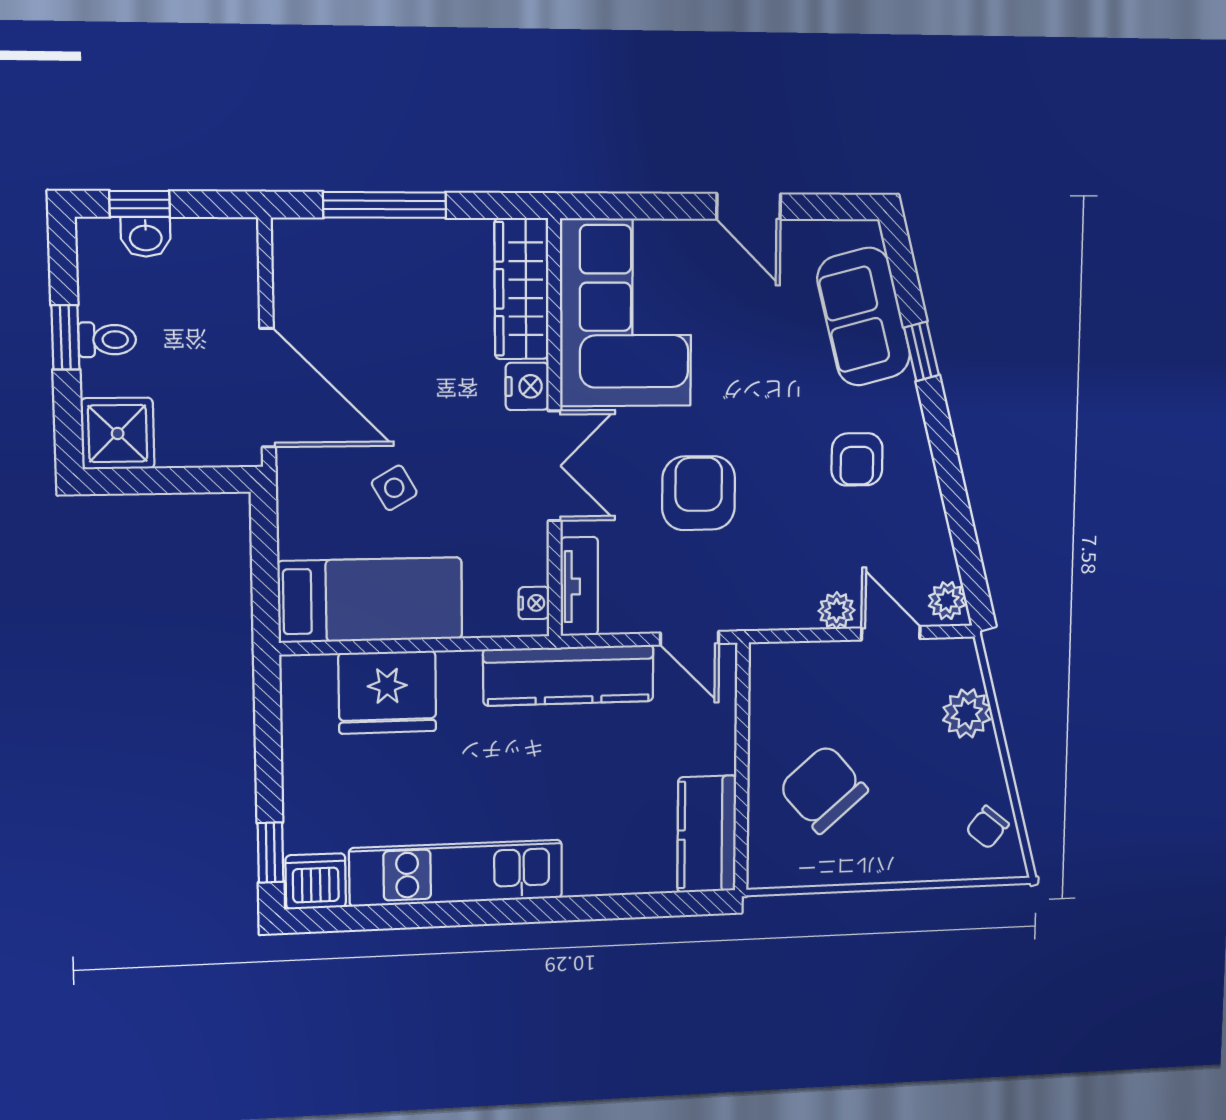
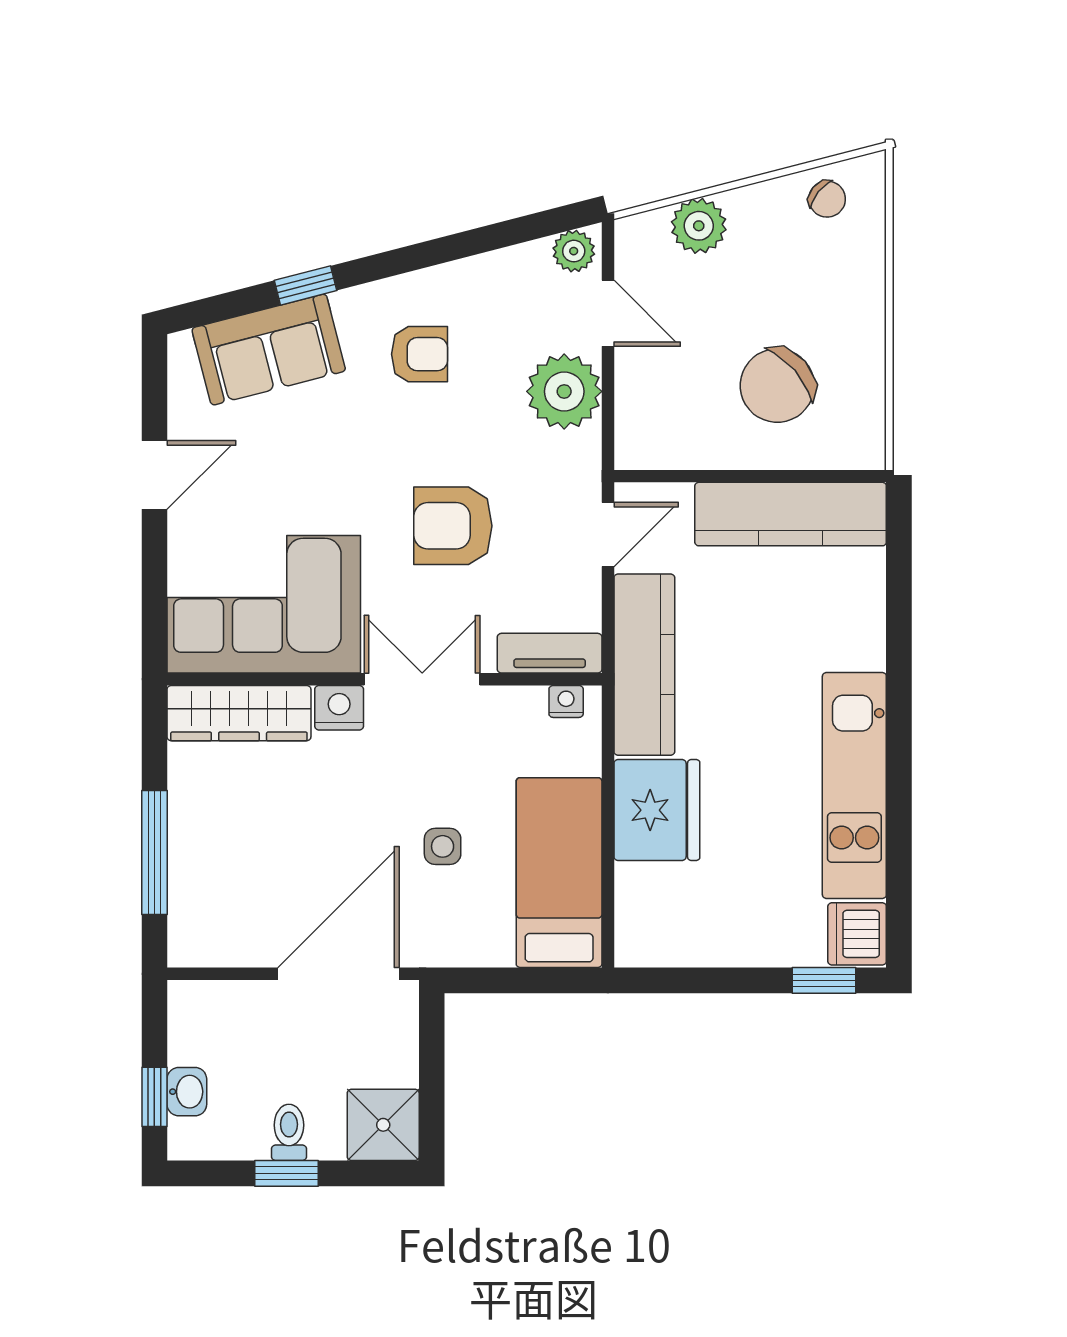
side table: (394, 488) -> (443, 846), turned 30
plant: (837, 611) -> (564, 391), width x1.88, depth x1.88
door: (891, 633) -> (608, 313), swing flipped
fridge: (387, 692) -> (657, 810), moved
kitchen counter: (707, 834) -> (791, 514), width x1.50

